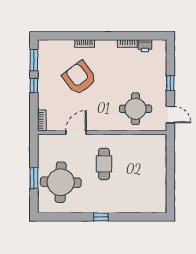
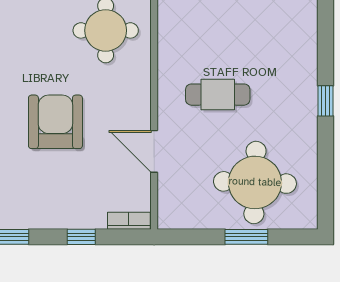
armchair: (79, 78) -> (55, 122), moved, turned 127
window: (34, 86) -> (81, 237), moved

